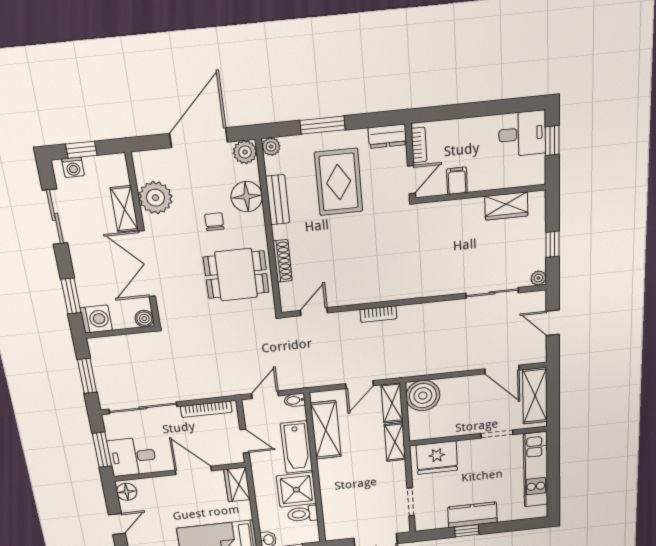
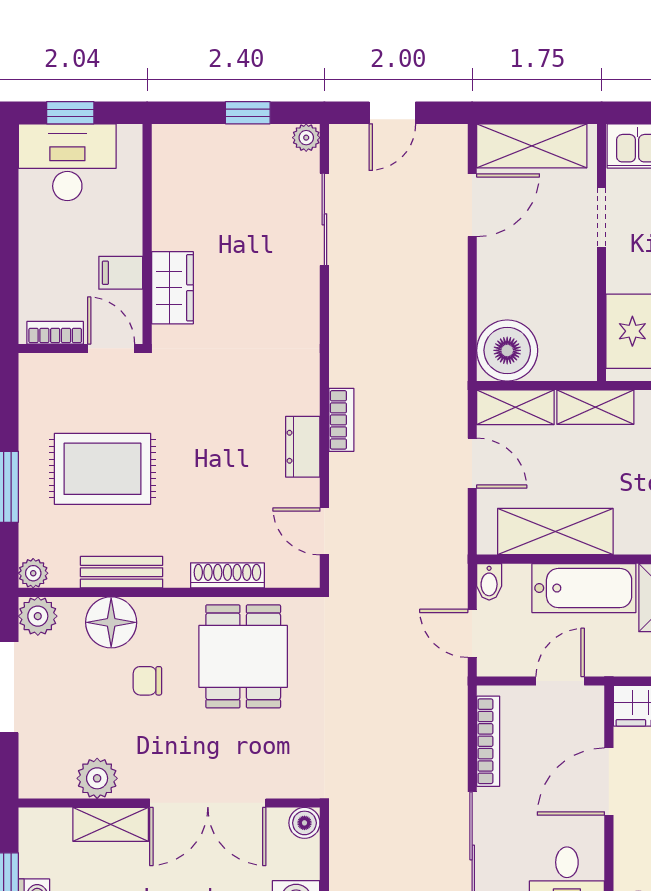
desk: (522, 134) -> (67, 162), width x1.37
dresser: (387, 136) -> (303, 447), moved, turned 180
plant: (155, 198) -> (97, 778), width x0.73, depth x0.73
wardrobe: (506, 206) -> (172, 288), moved

